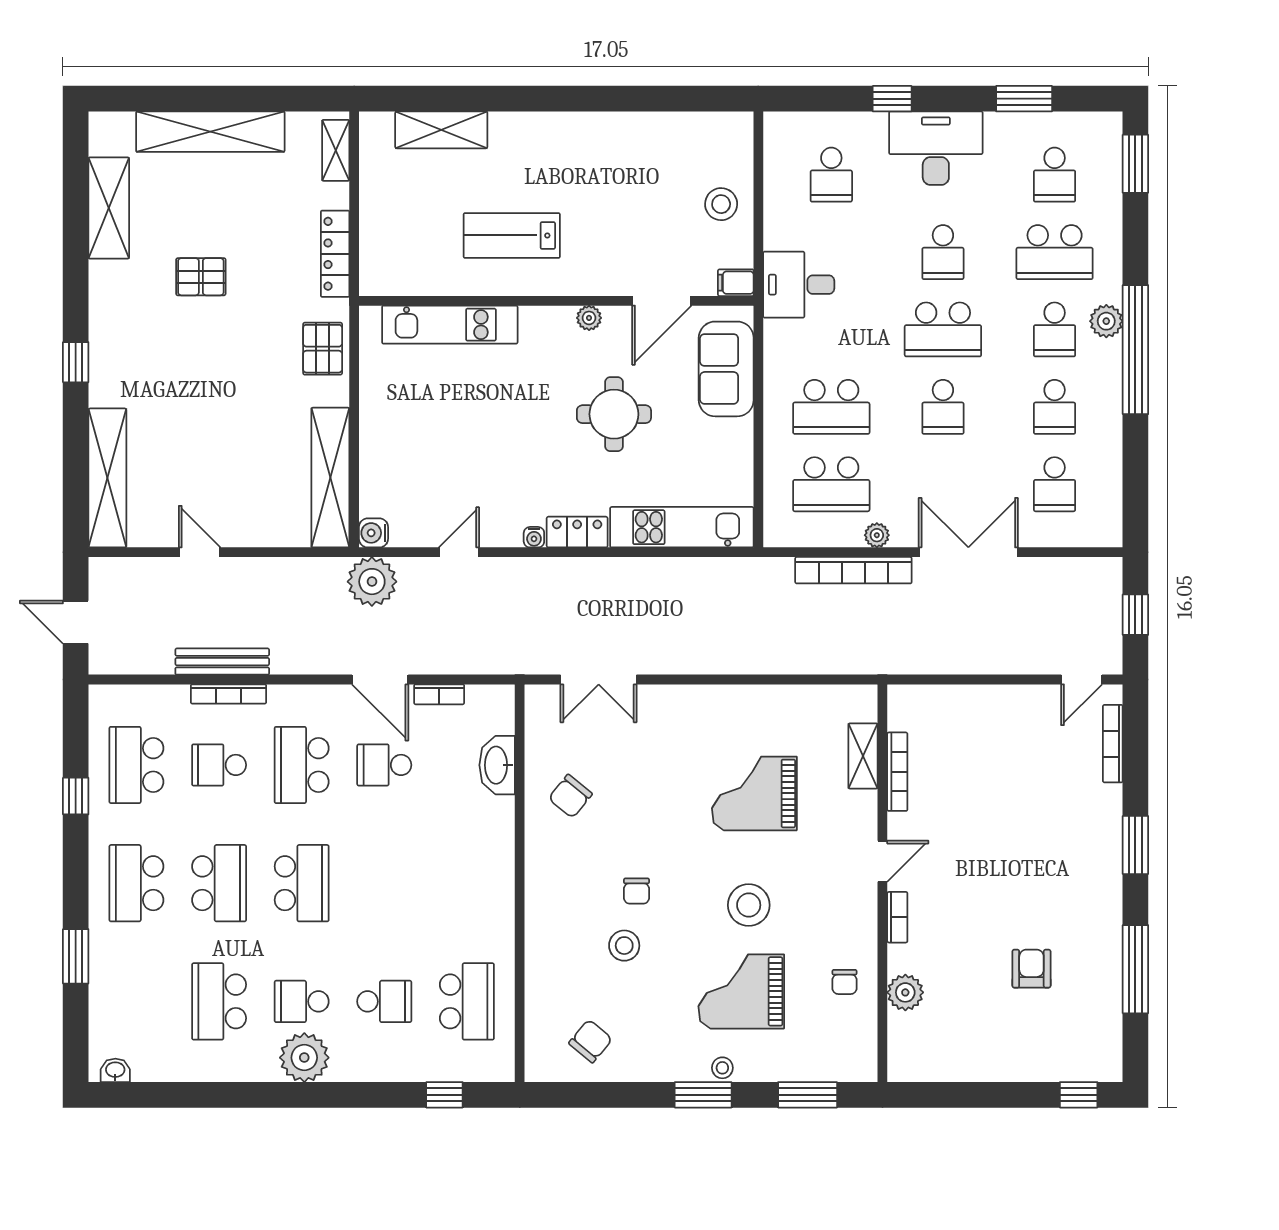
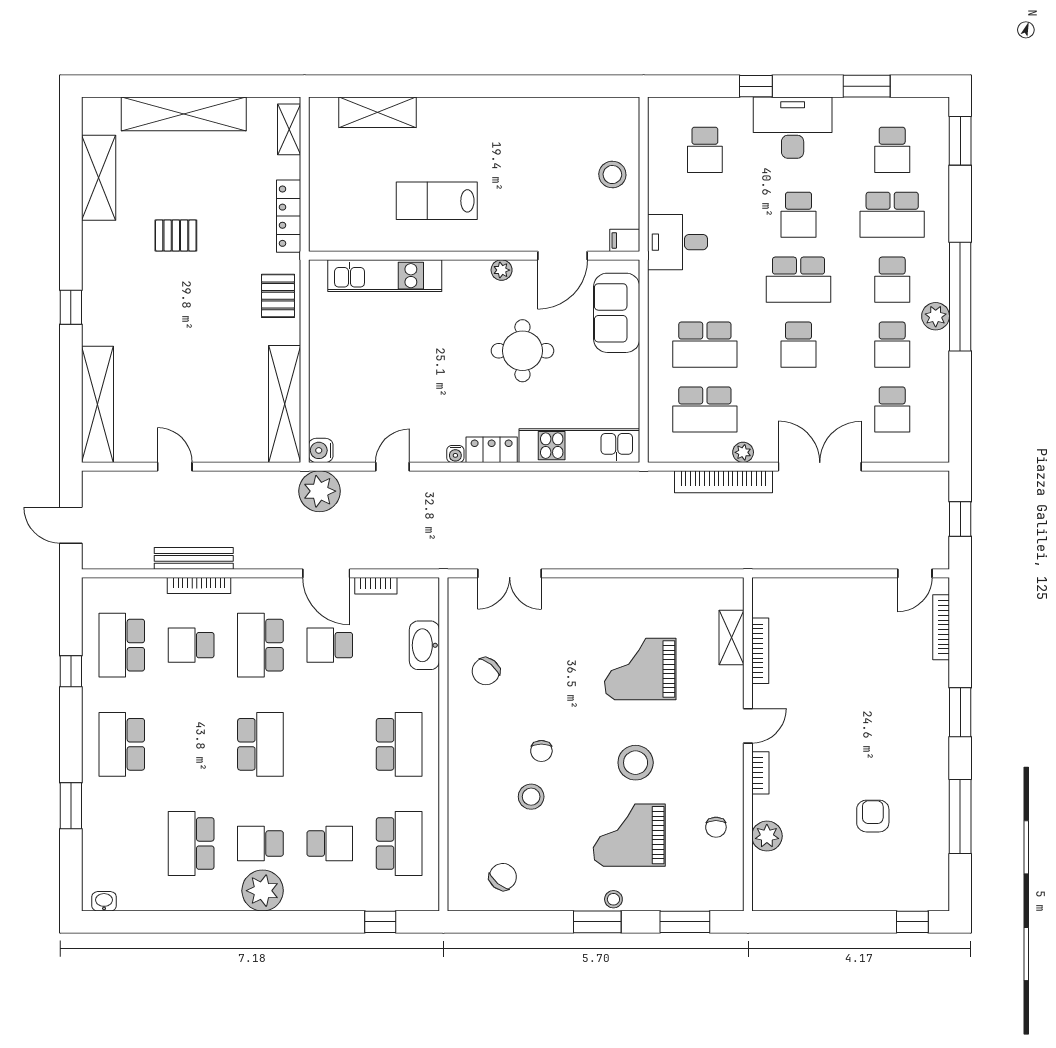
plant: (1106, 321) -> (936, 316), moved
school desk: (219, 883) -> (399, 744), moved

